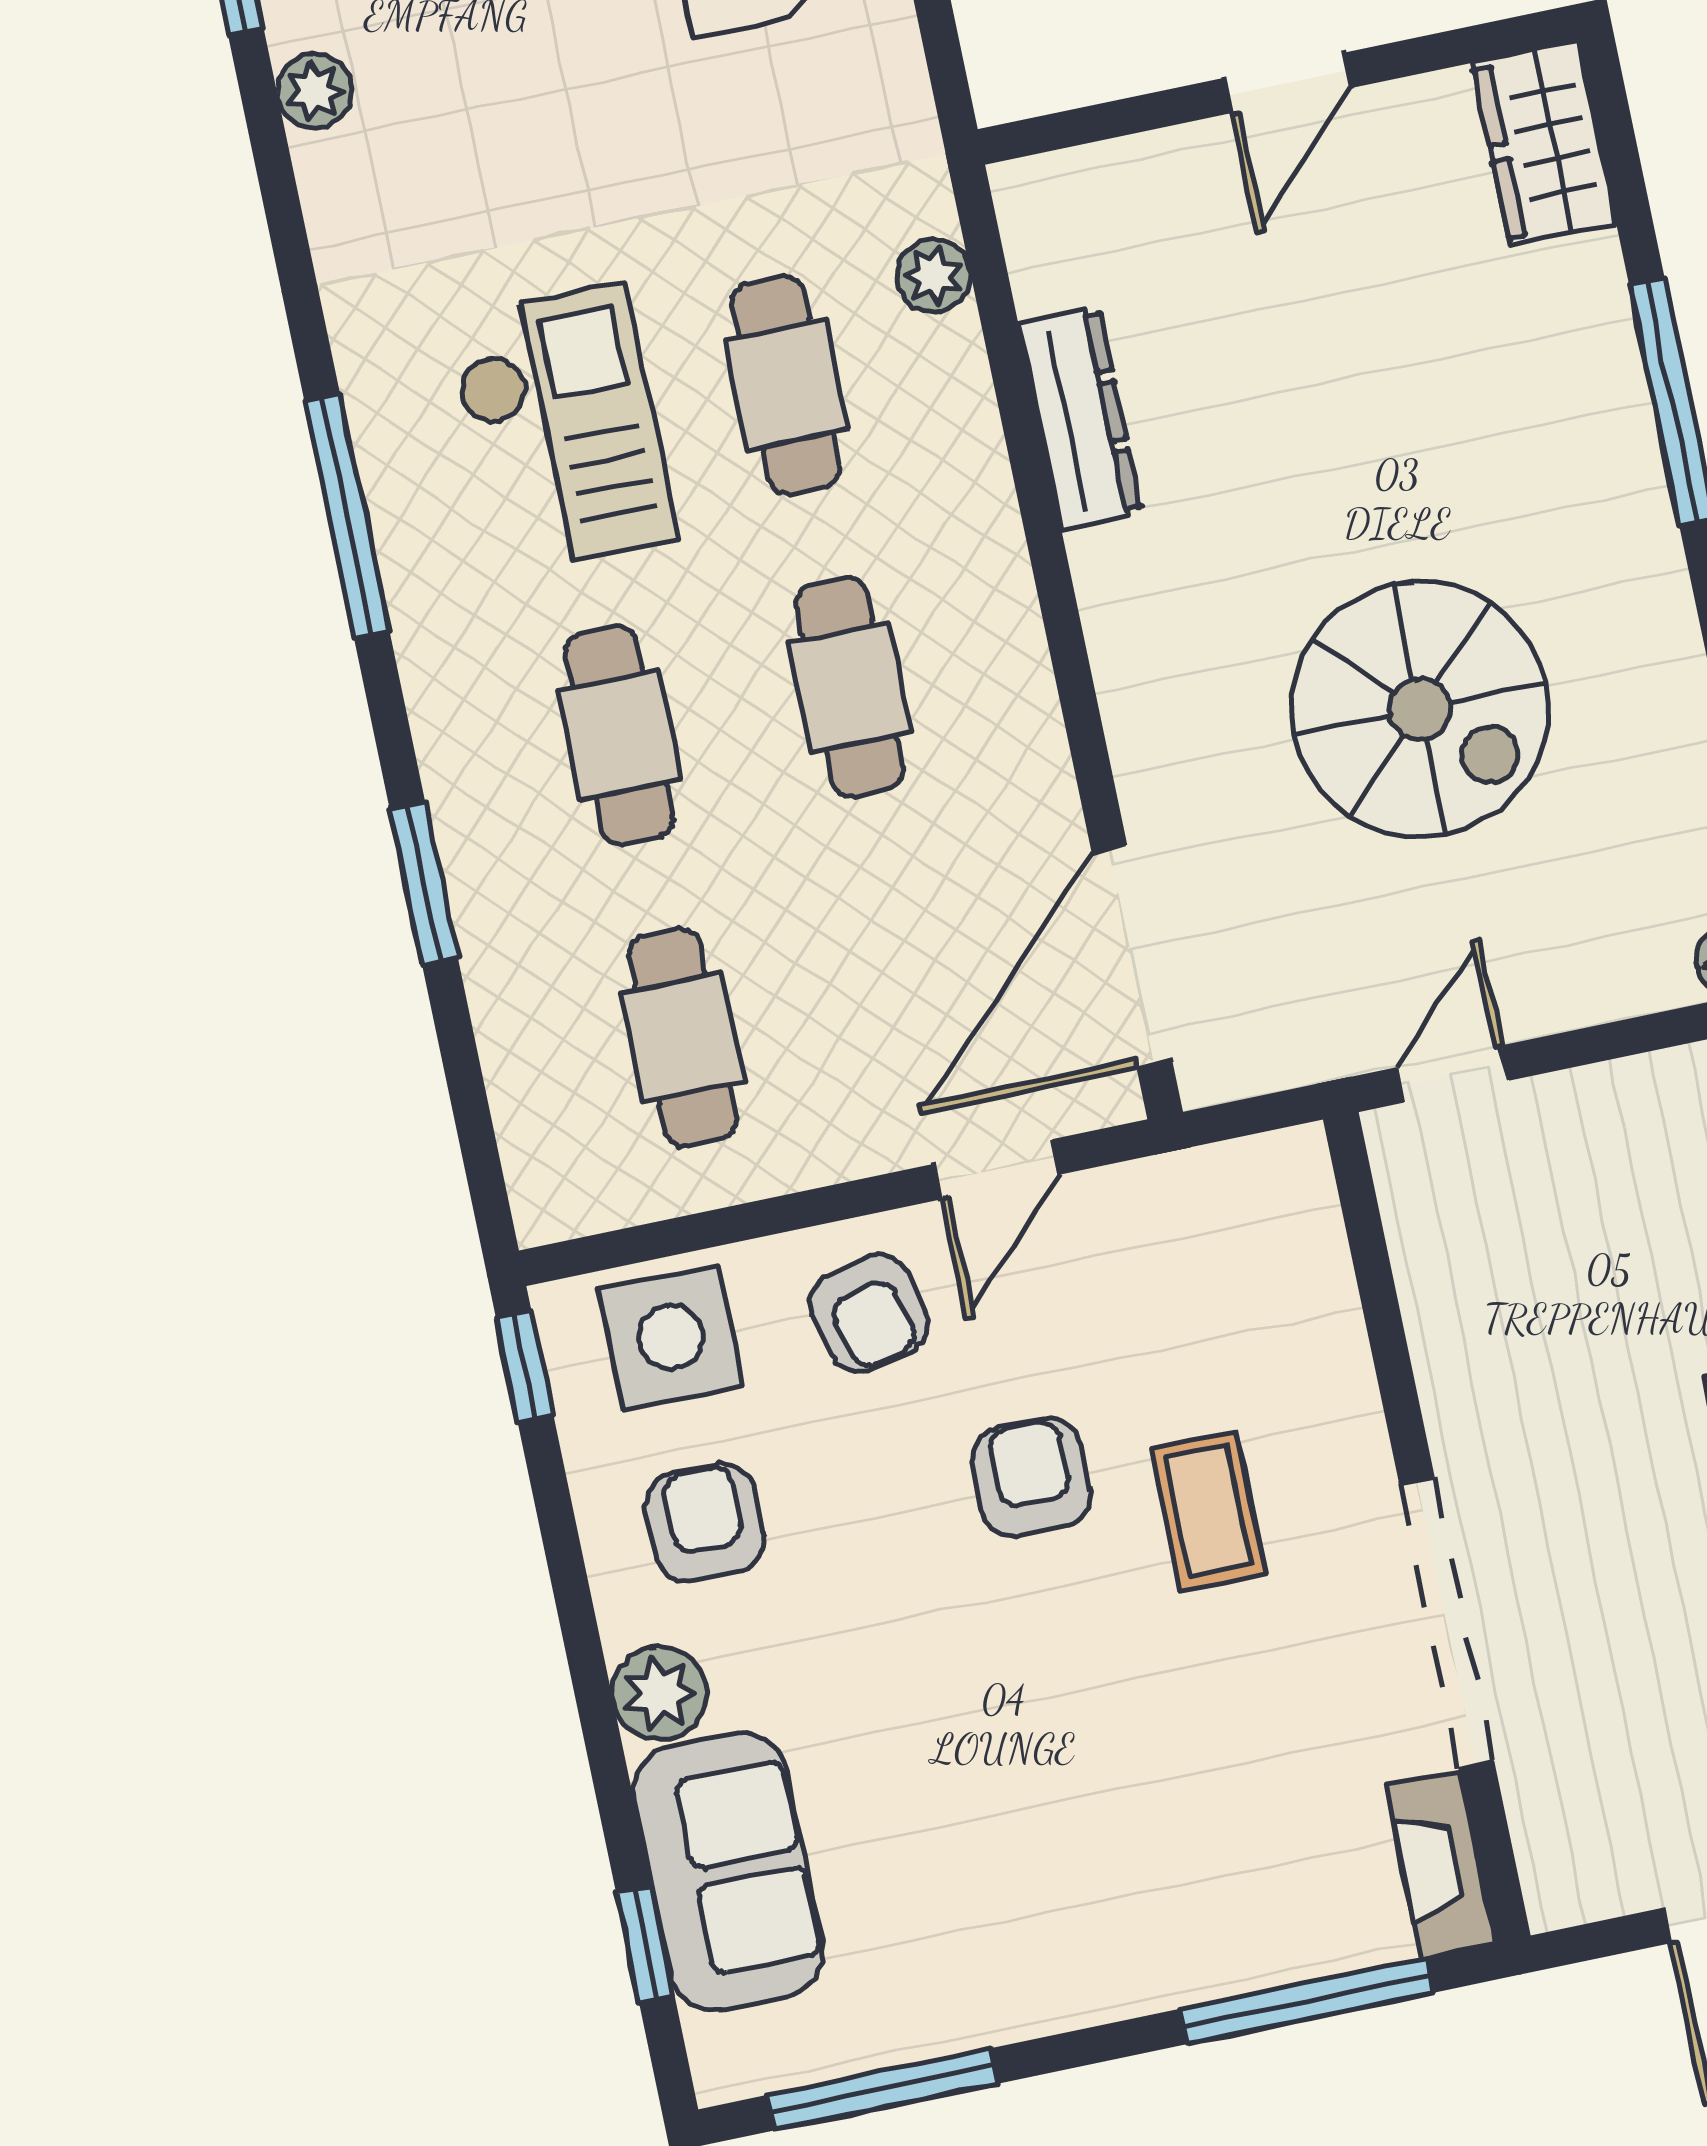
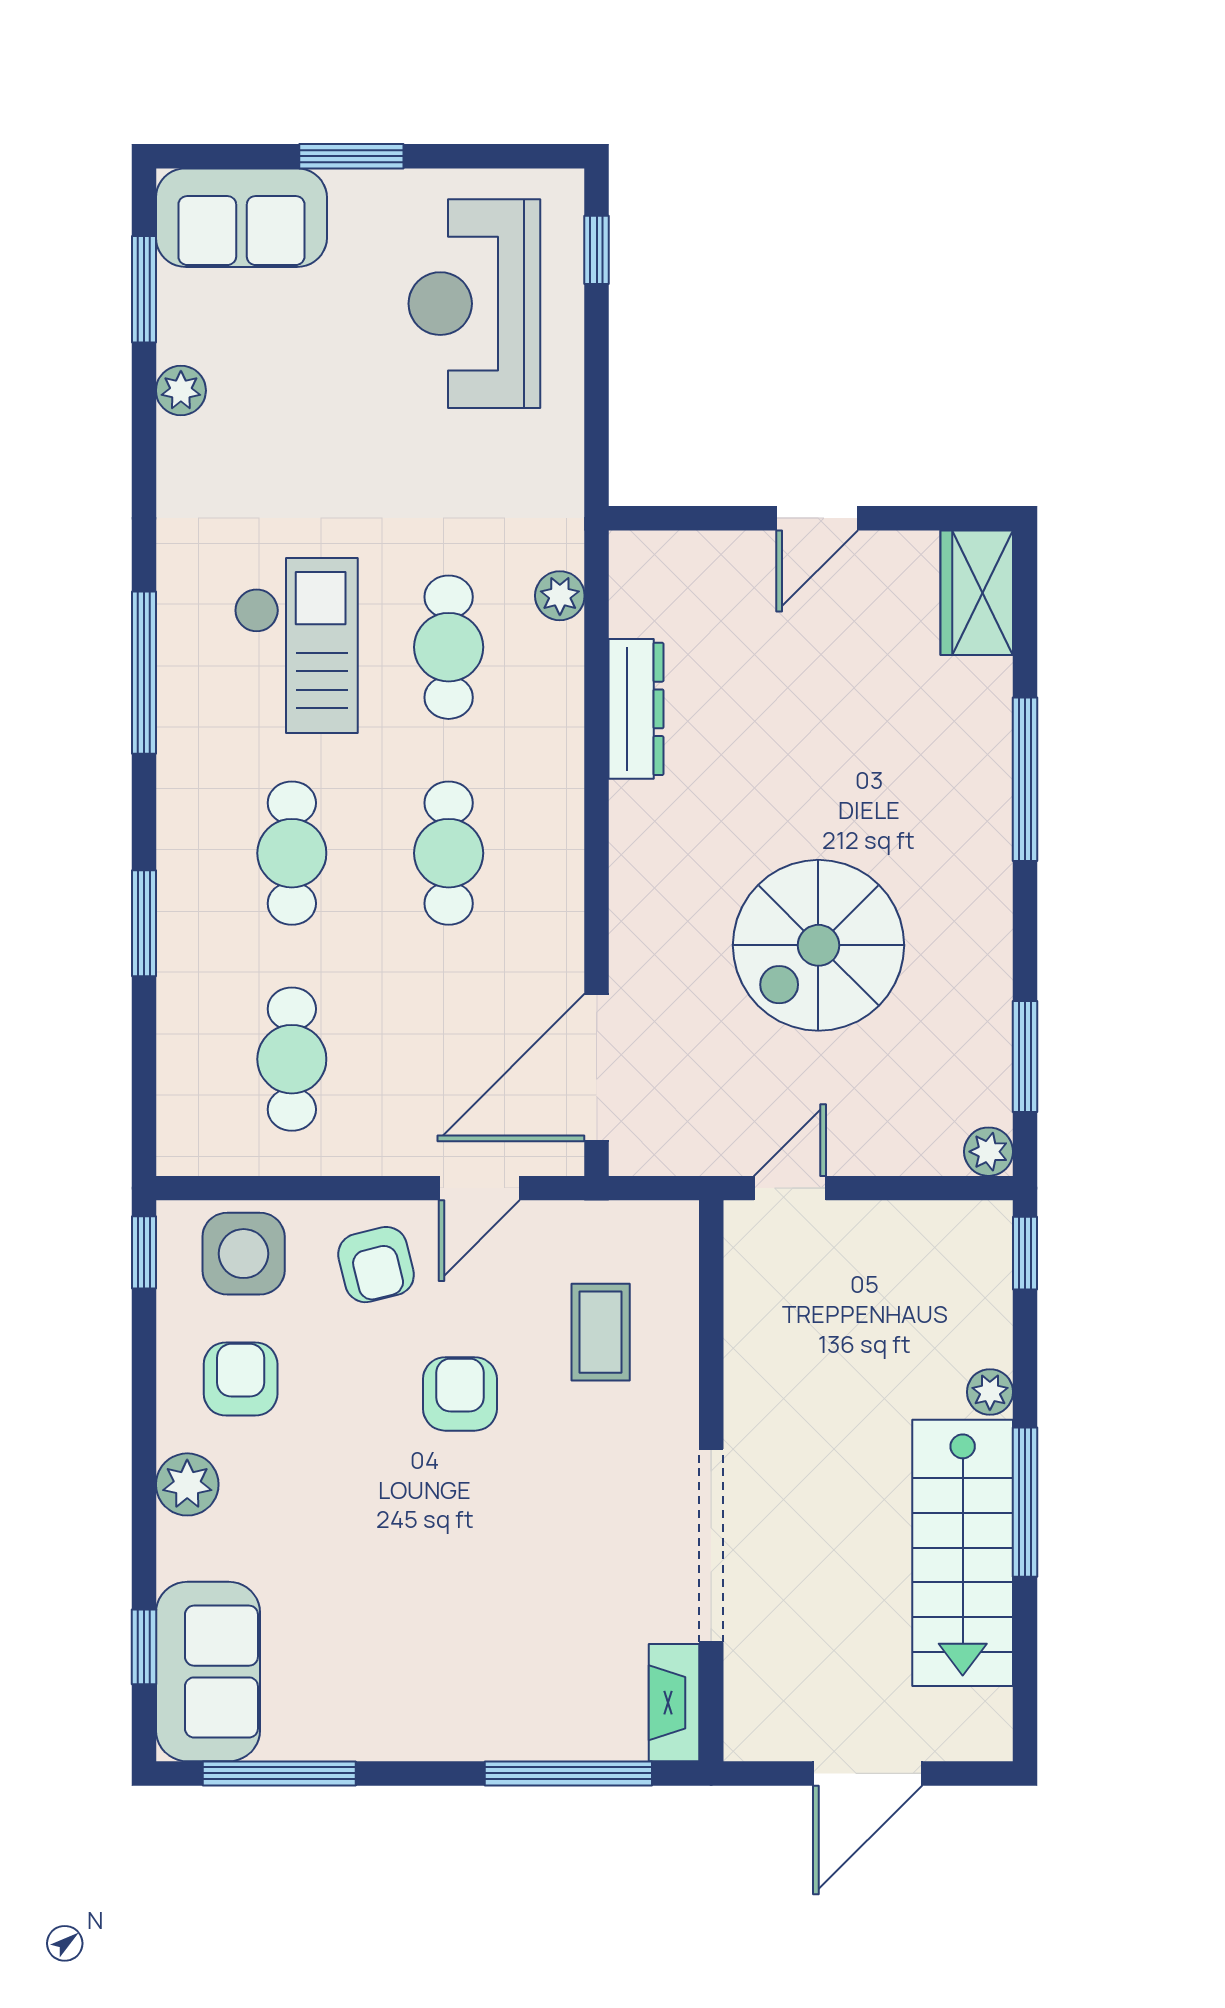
spiral stairs: (1420, 709) -> (818, 945), turned 90
coffee table: (1209, 1511) -> (601, 1332), moved
sofa: (728, 1872) -> (208, 1672), moved

